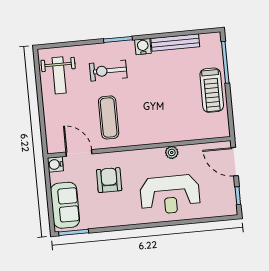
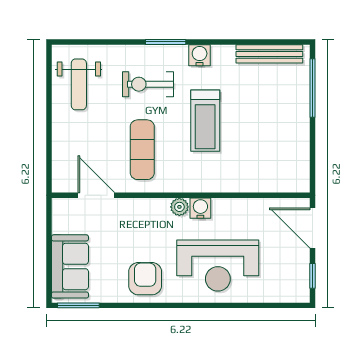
bench: (175, 43) -> (269, 54), moved
treadmill: (212, 90) -> (205, 121), moved
plant: (172, 152) -> (179, 207), moved
water cooler: (55, 164) -> (200, 208), moved, turned 90
armchair: (109, 180) -> (145, 279), moved

